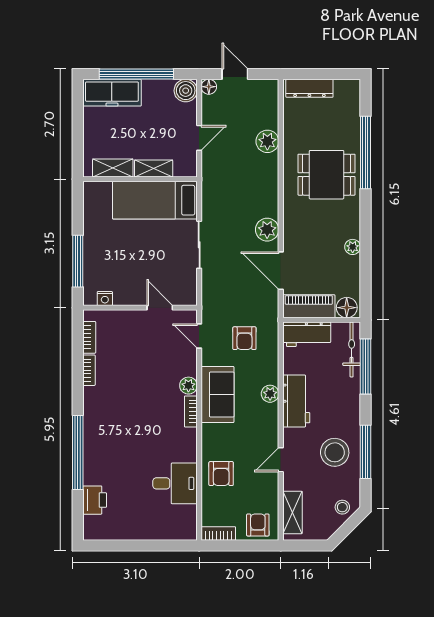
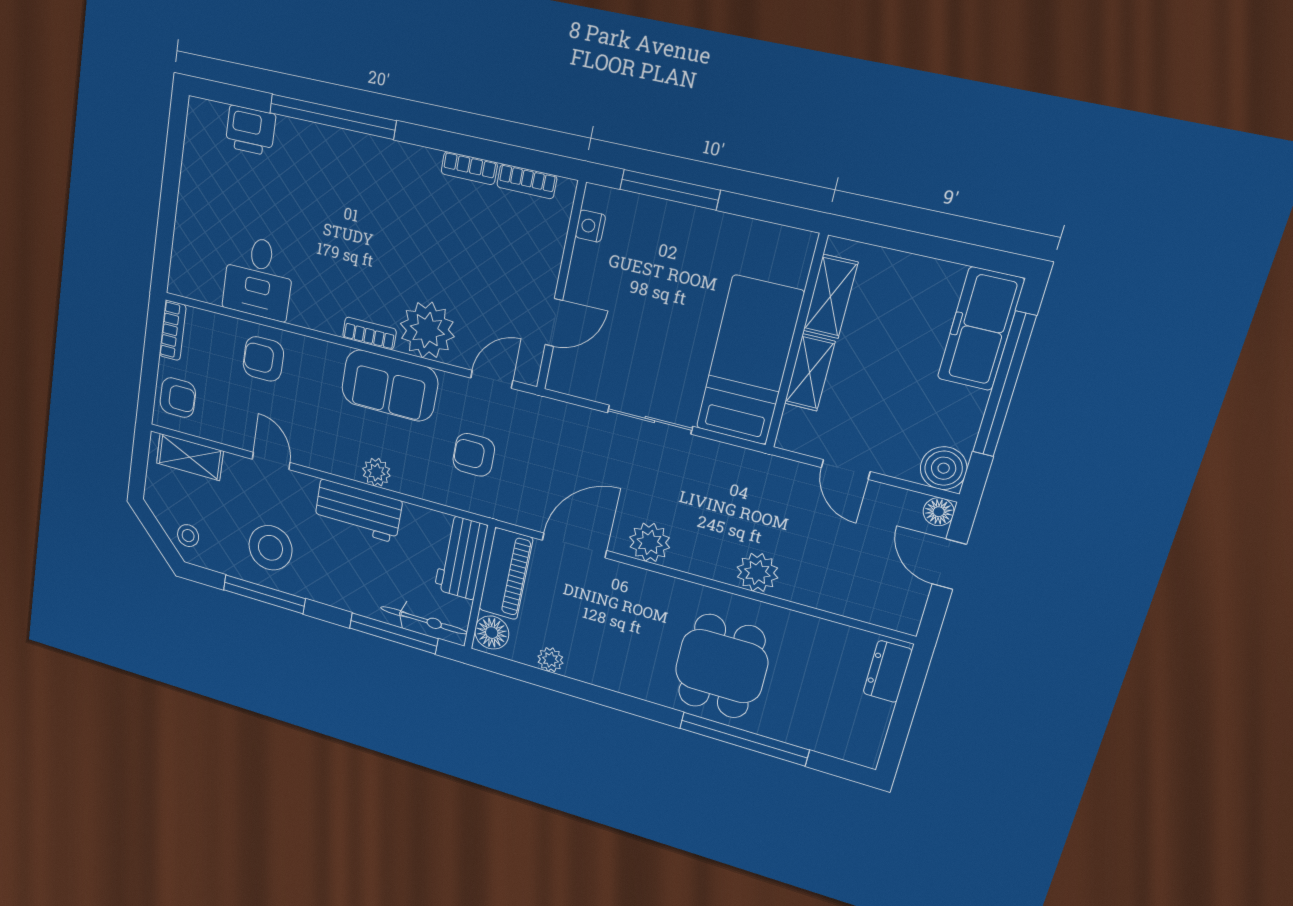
door: (235, 74) -> (949, 564), swing flipped
dresser: (309, 88) -> (888, 672), width x0.70
plant: (267, 141) -> (757, 572), moved
plant: (353, 247) -> (550, 660), moved
plant: (188, 386) -> (427, 330), width x1.88, depth x1.88

